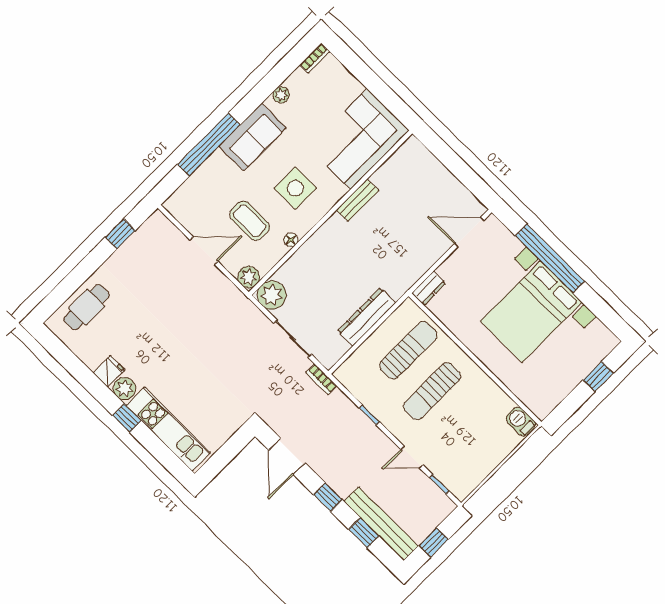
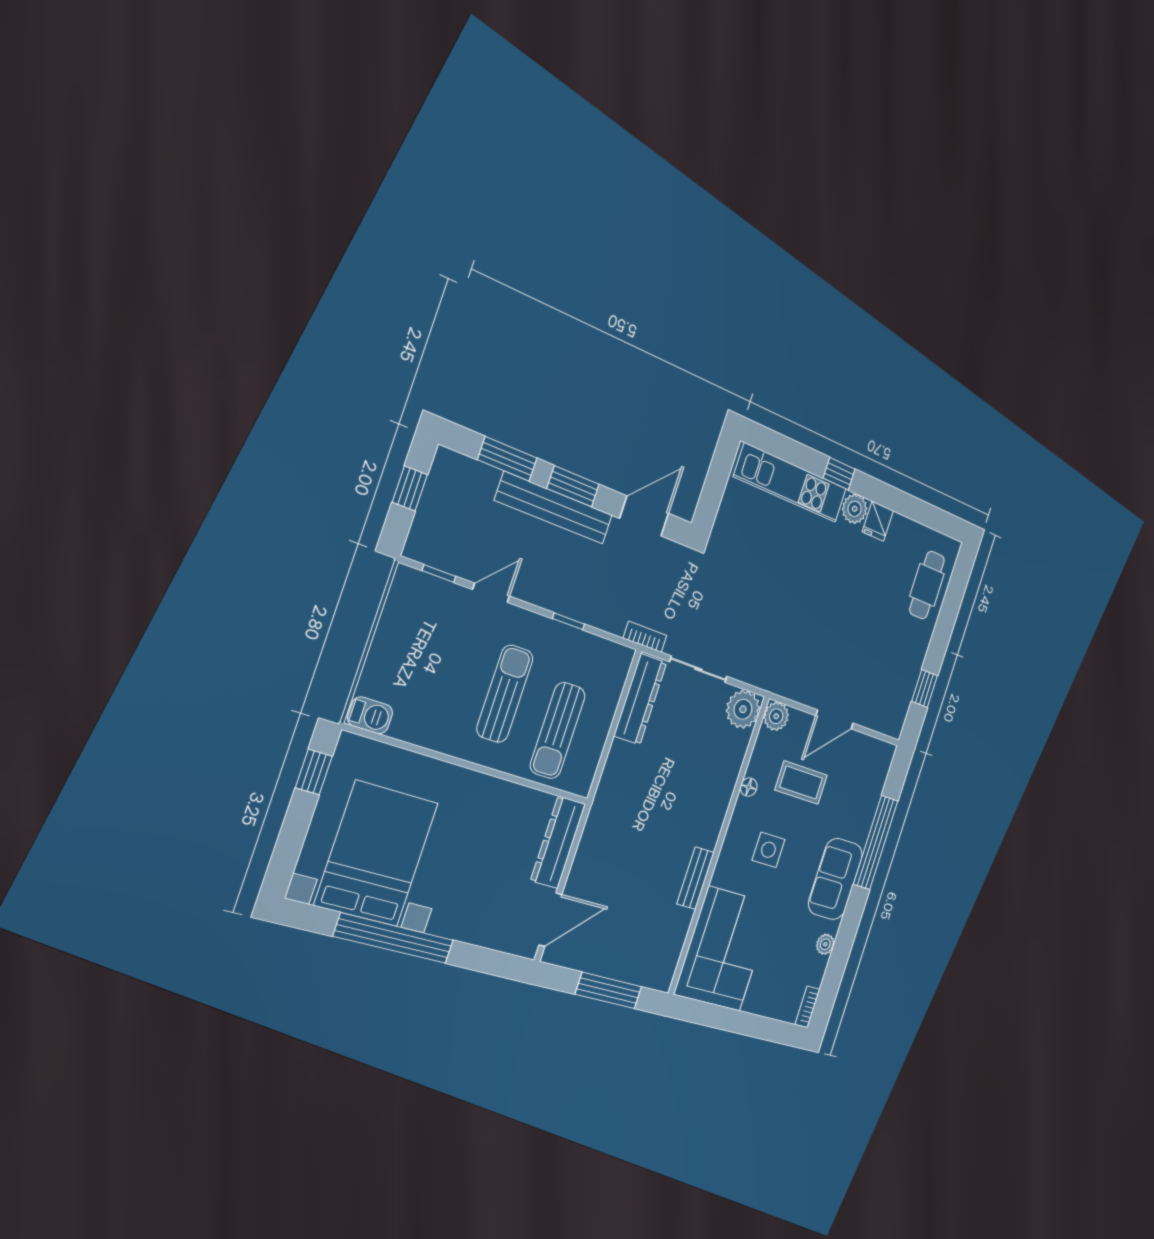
window: (452, 162) -> (609, 990), added
side table: (295, 188) -> (768, 850), width x0.73, depth x0.73
window: (550, 258) -> (394, 938), moved
dresser: (429, 288) -> (558, 842), width x1.96, depth x1.24
bed with nightstands: (531, 312) -> (376, 854), moved
dresser: (367, 317) -> (640, 699), moved
window: (598, 377) -> (314, 772), moved
door: (287, 456) -> (644, 516), hinge flipped
window: (328, 497) -> (573, 486), width x1.50
bench: (381, 524) -> (554, 508), moved
window: (364, 533) -> (507, 459), width x1.50

